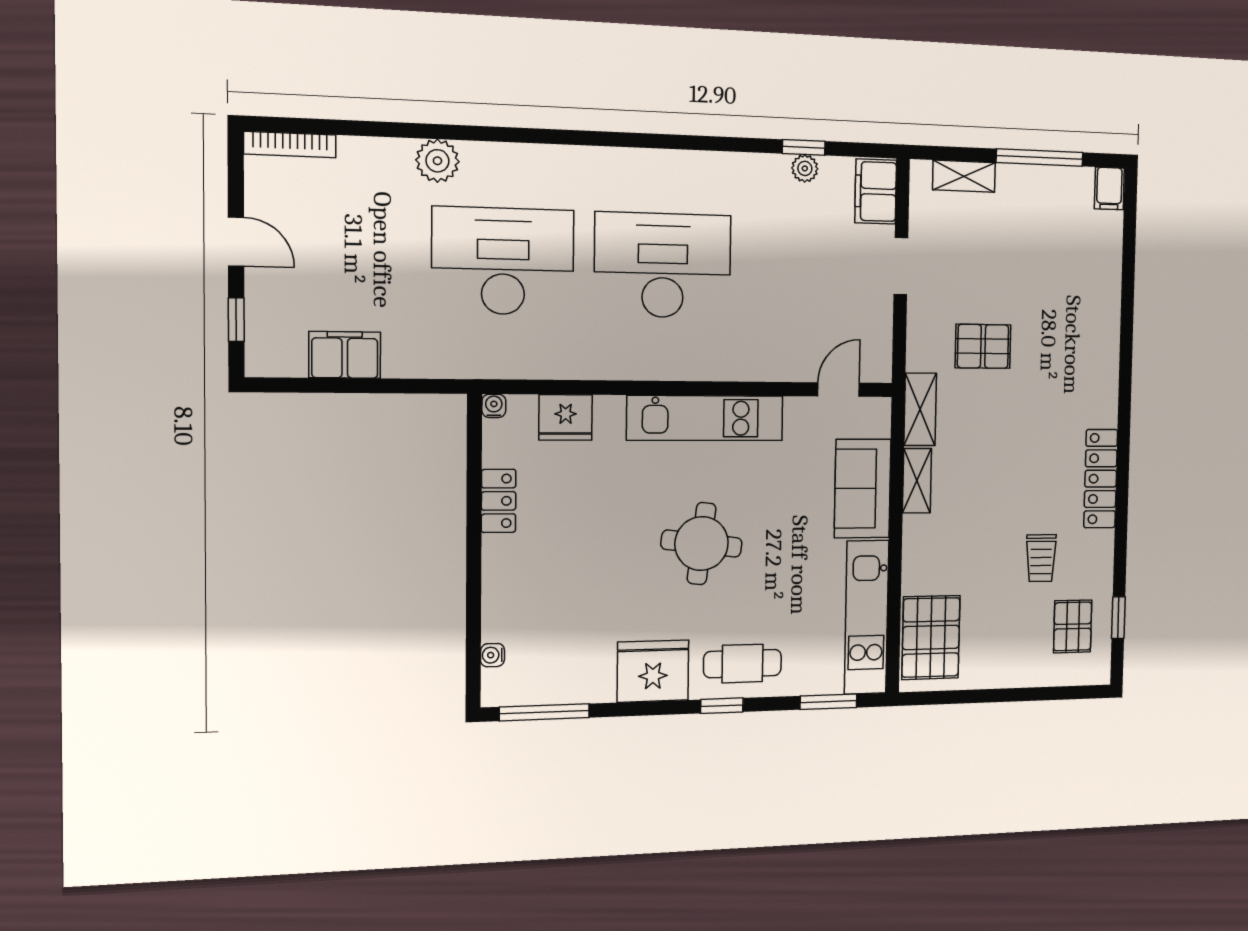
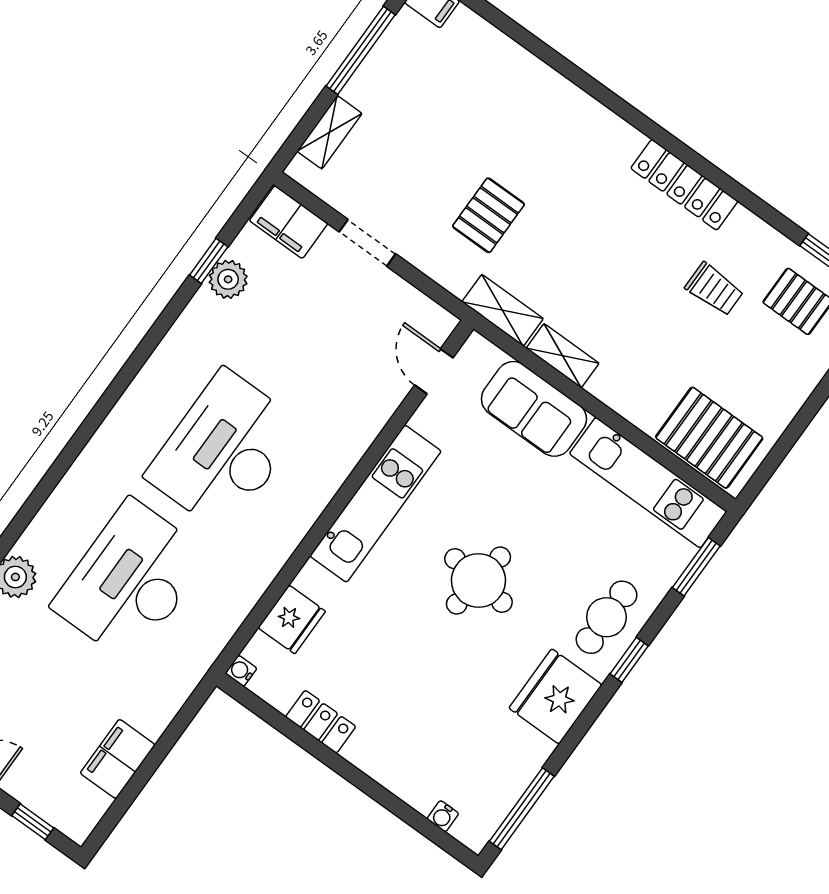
plant: (805, 168) -> (228, 279), width x1.38, depth x1.38

